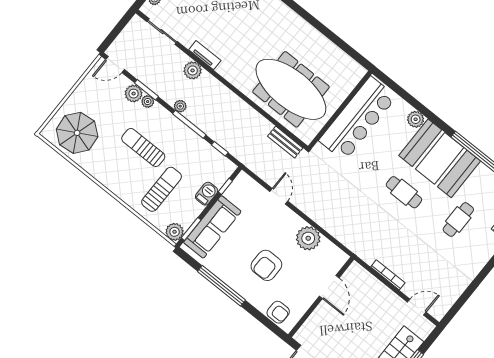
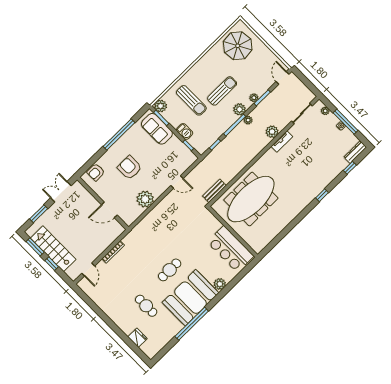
plant: (134, 94) -> (240, 109), moved
bar counter: (358, 119) -> (230, 249), width x0.73
sofa: (212, 227) -> (157, 129), width x0.73

